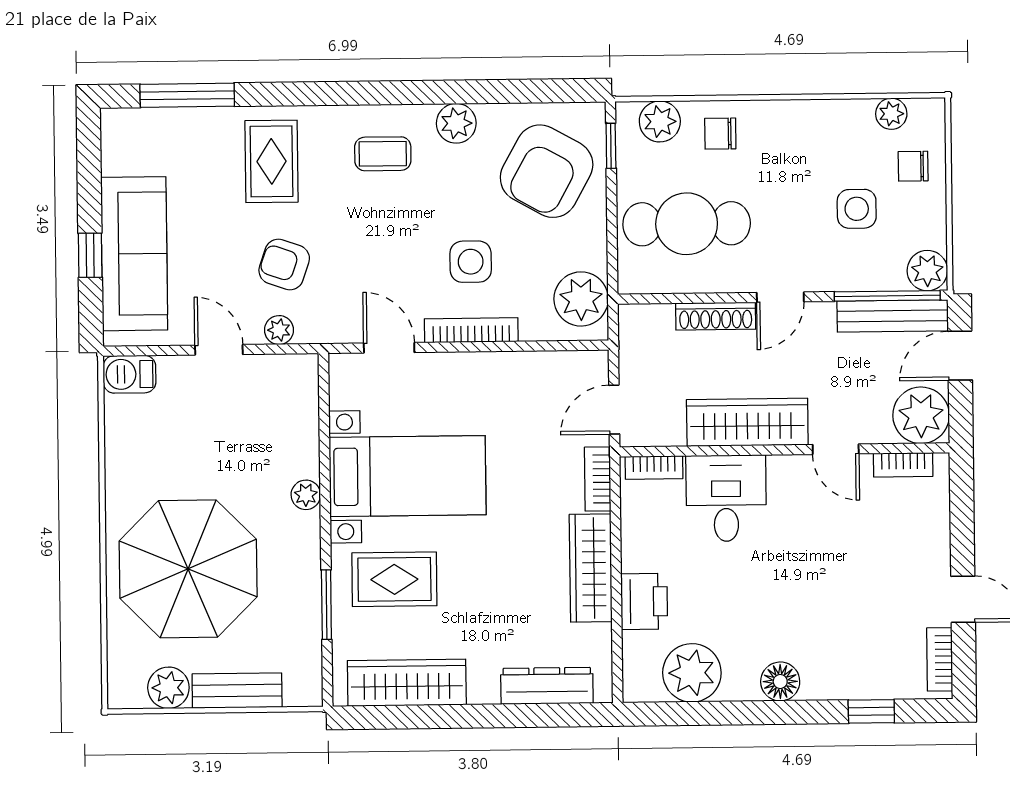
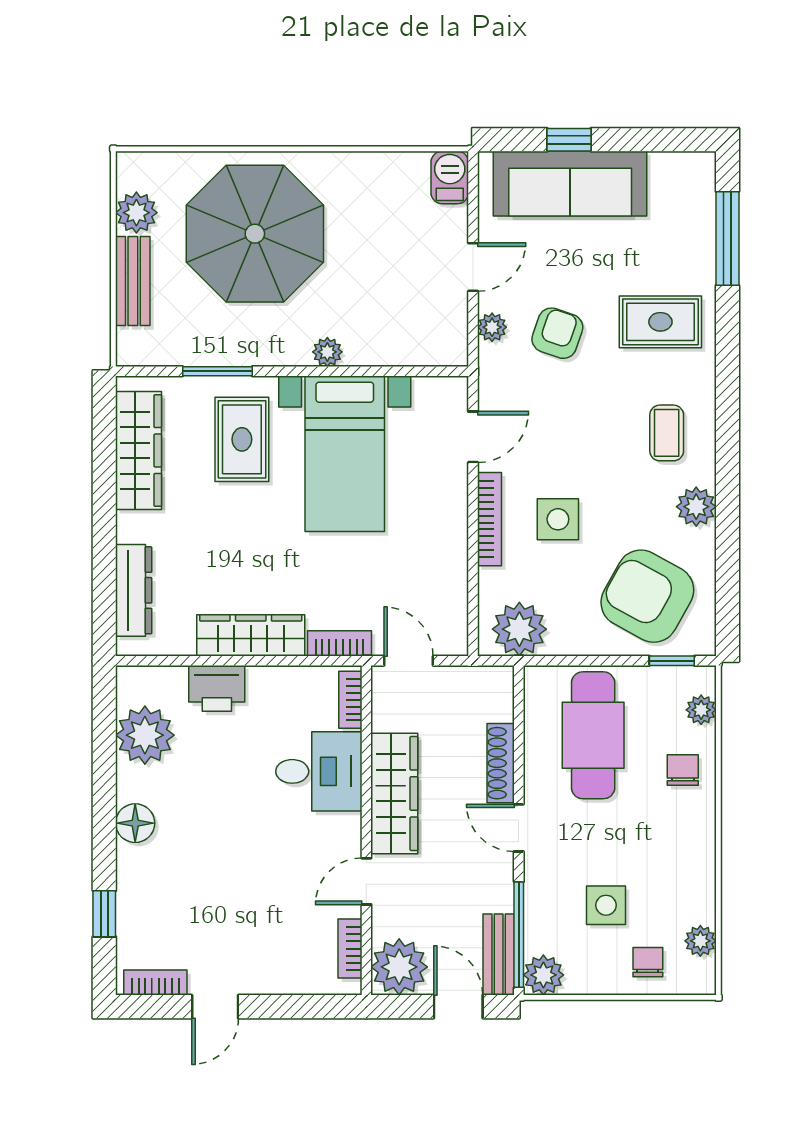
plant: (660, 121) -> (701, 710), width x0.73, depth x0.73
bench: (893, 316) -> (499, 955), width x0.73

